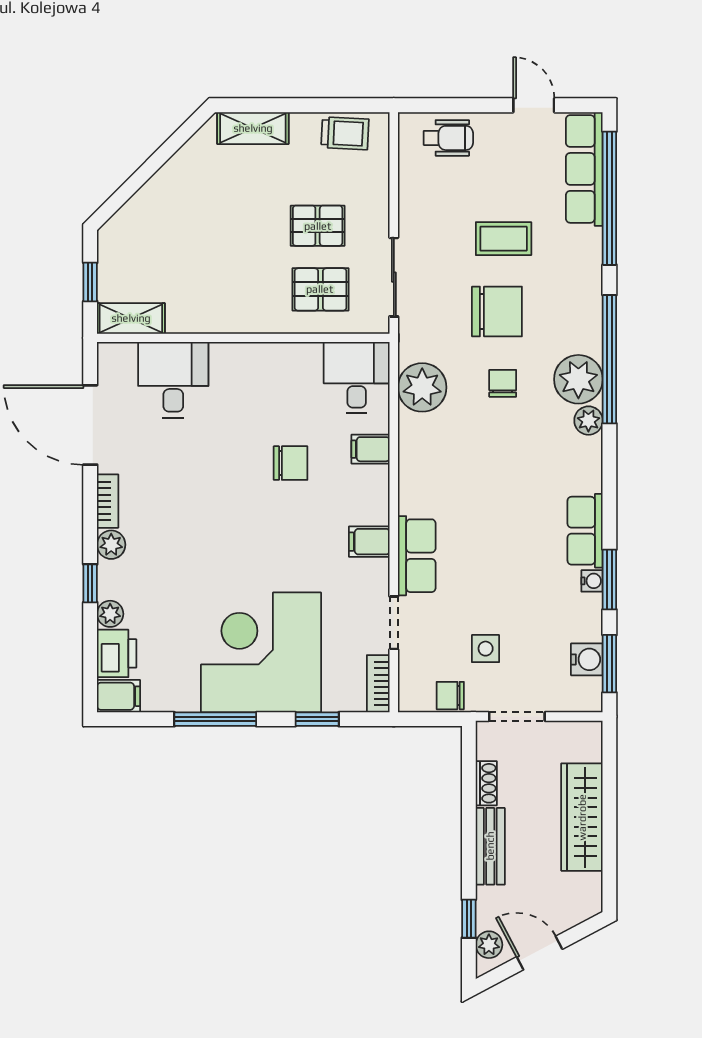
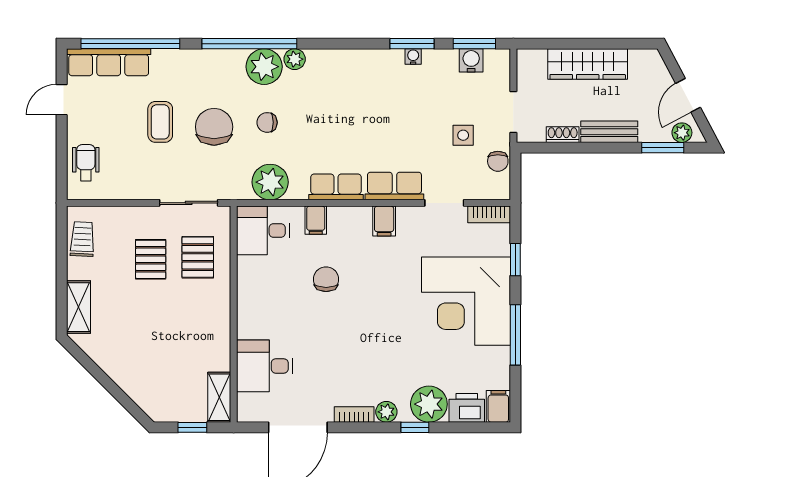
row of seats: (585, 531) -> (336, 187), moved, turned 180
plant: (110, 614) -> (429, 404), width x1.88, depth x1.88
window: (469, 919) -> (663, 148), width x1.50

